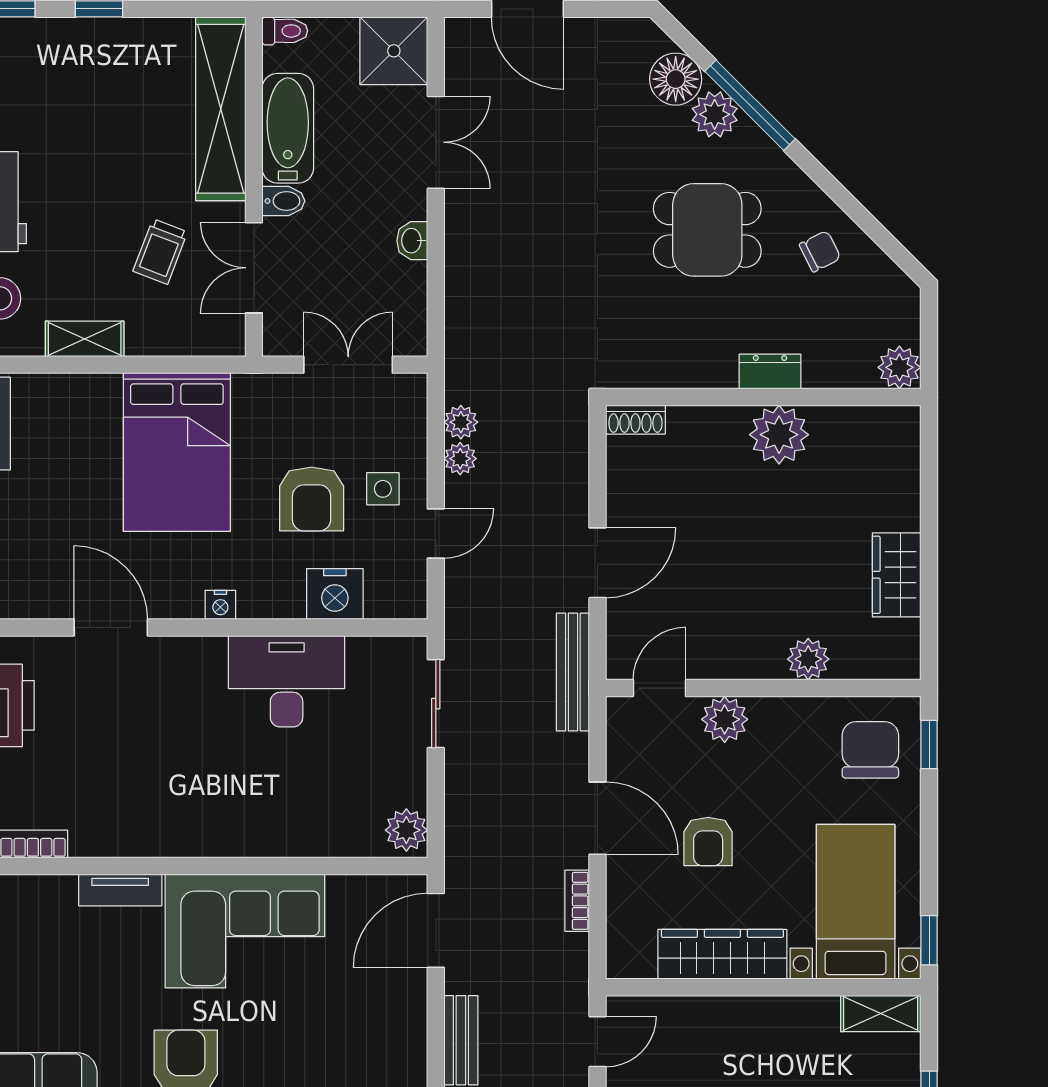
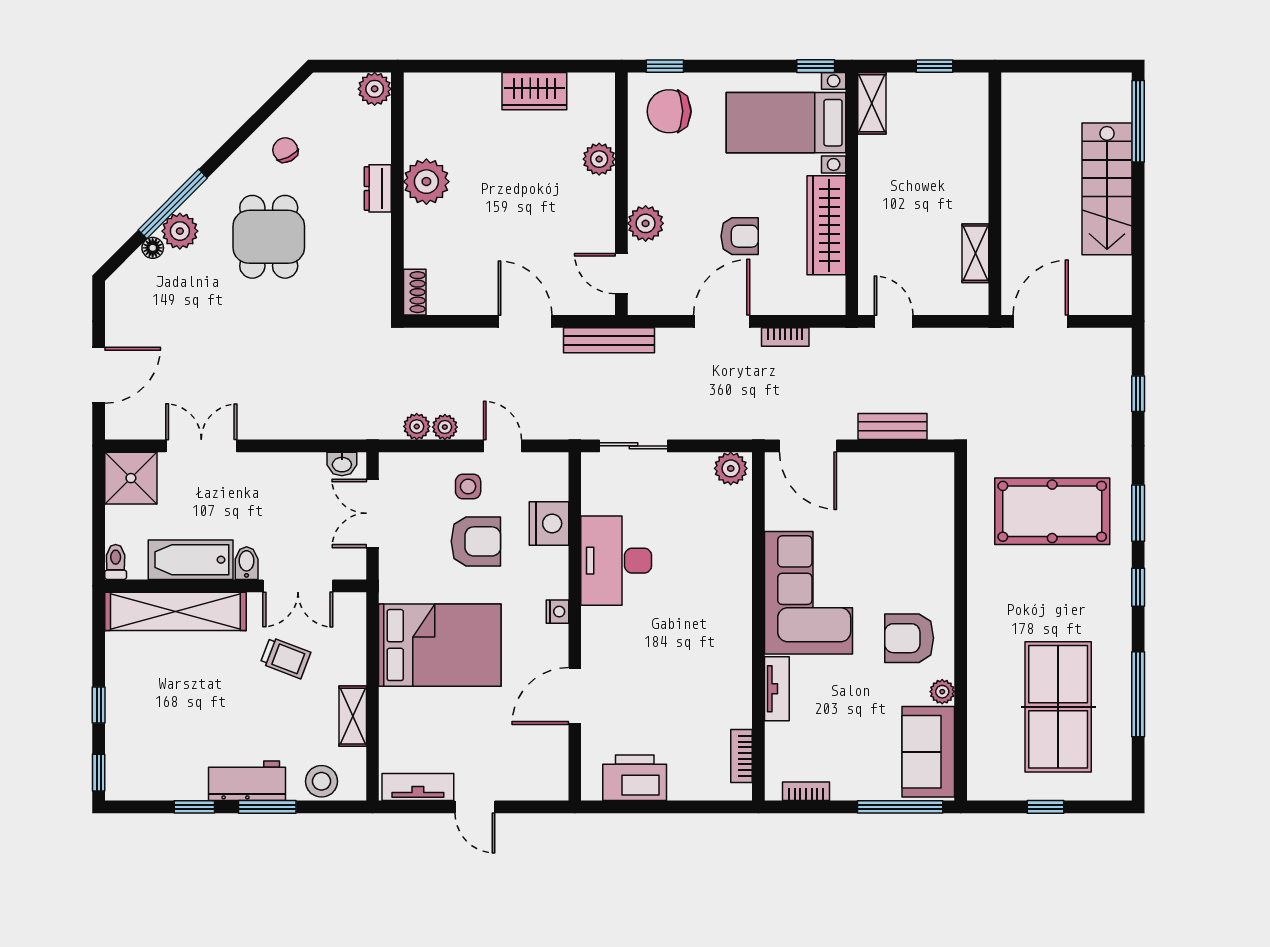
floor lamp: (676, 79) -> (153, 248), width x0.53, depth x0.53
washbasin: (412, 241) -> (342, 464), moved

